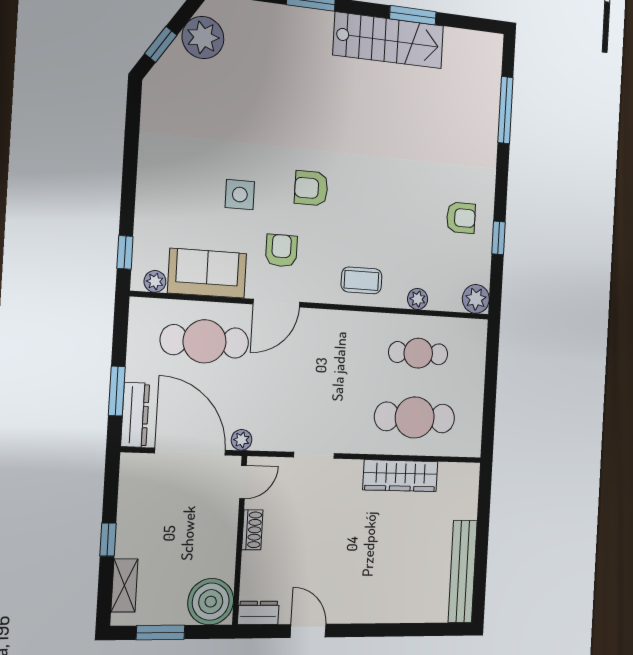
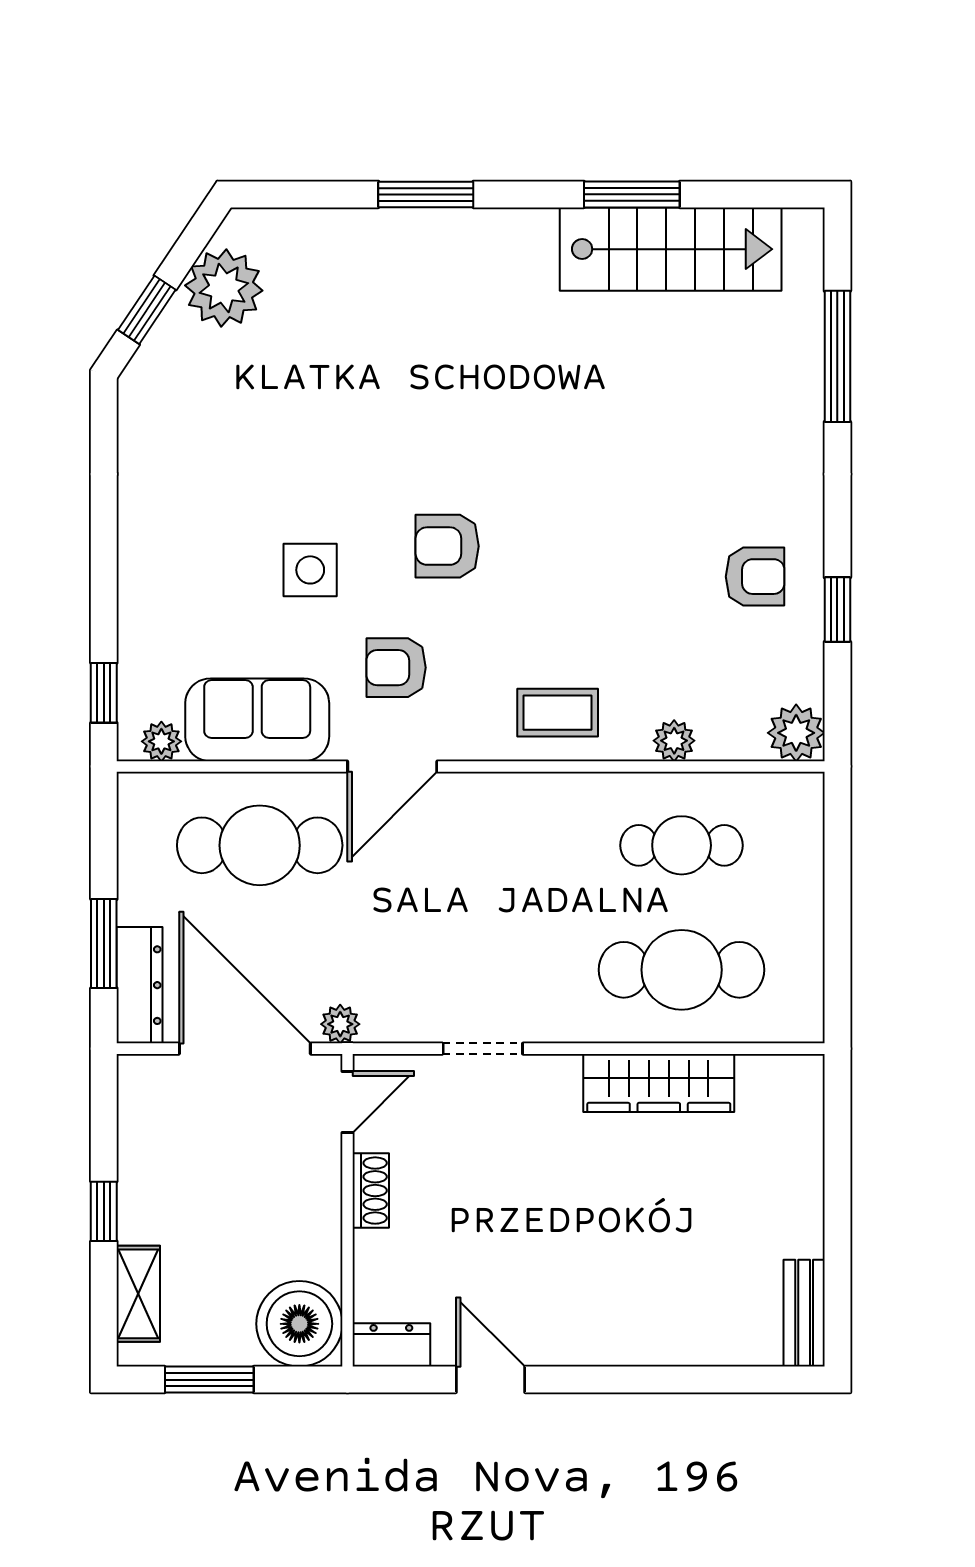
stairs: (389, 40) -> (671, 249), moved
armchair: (281, 251) -> (396, 668), turned -90
bench: (463, 571) -> (804, 1313), width x0.54, depth x0.82

